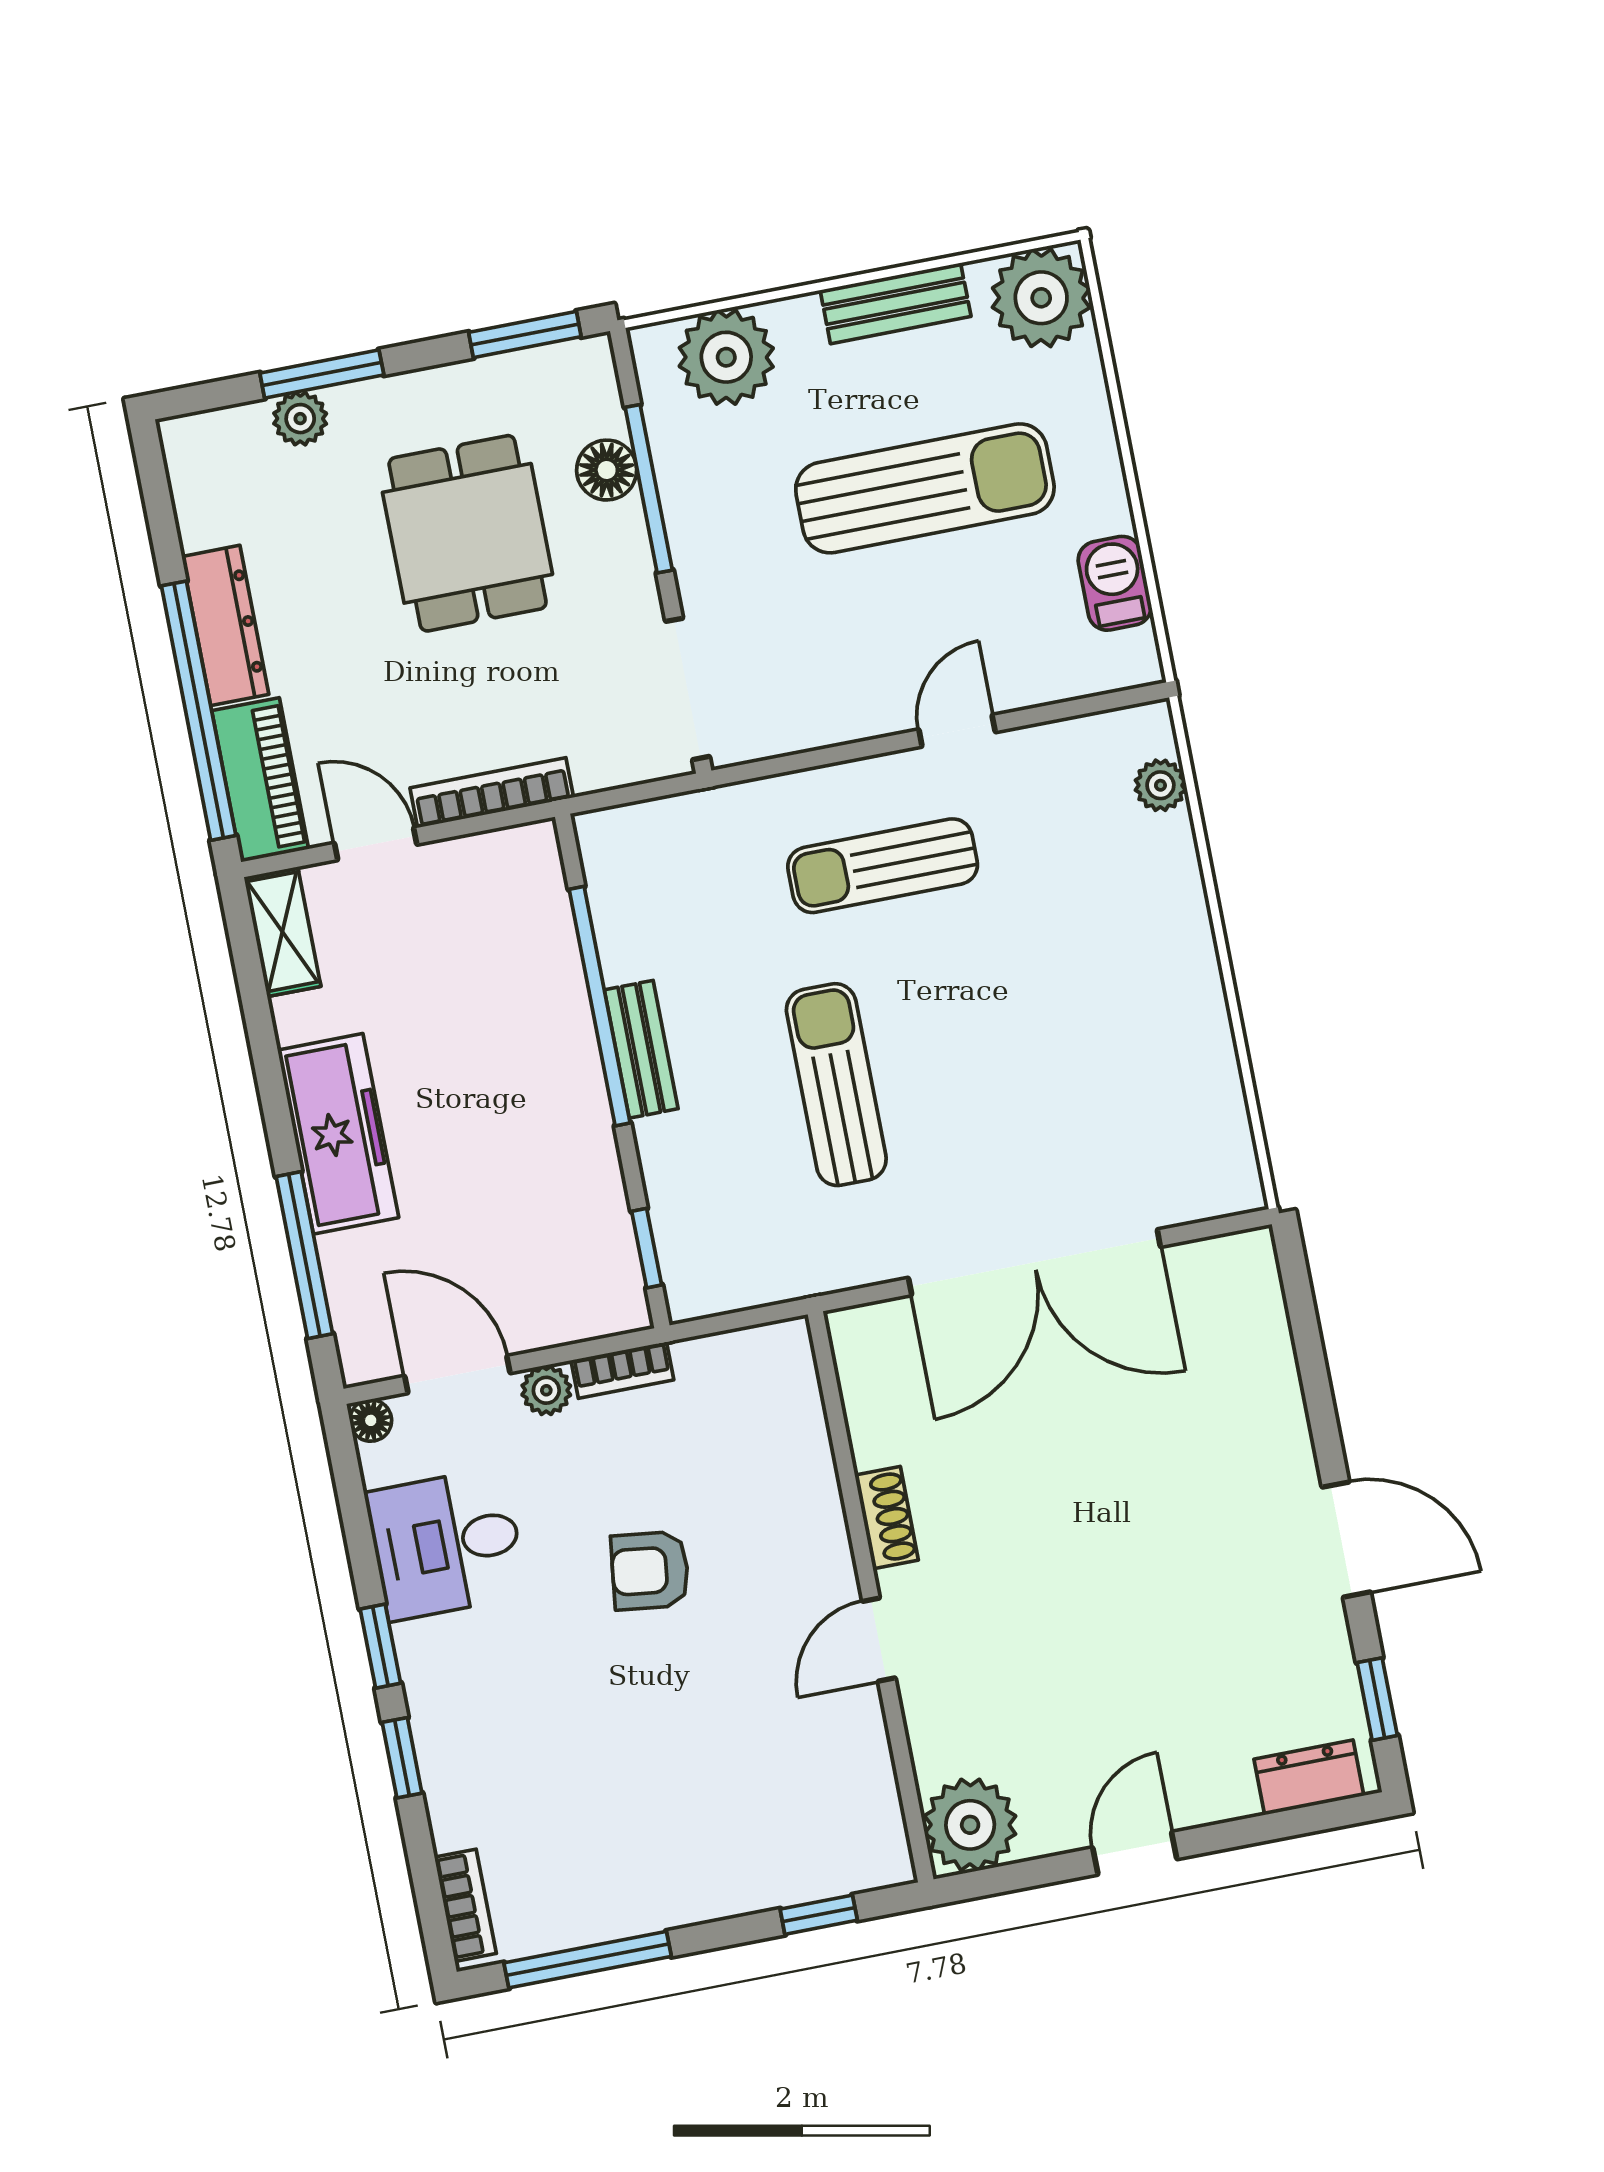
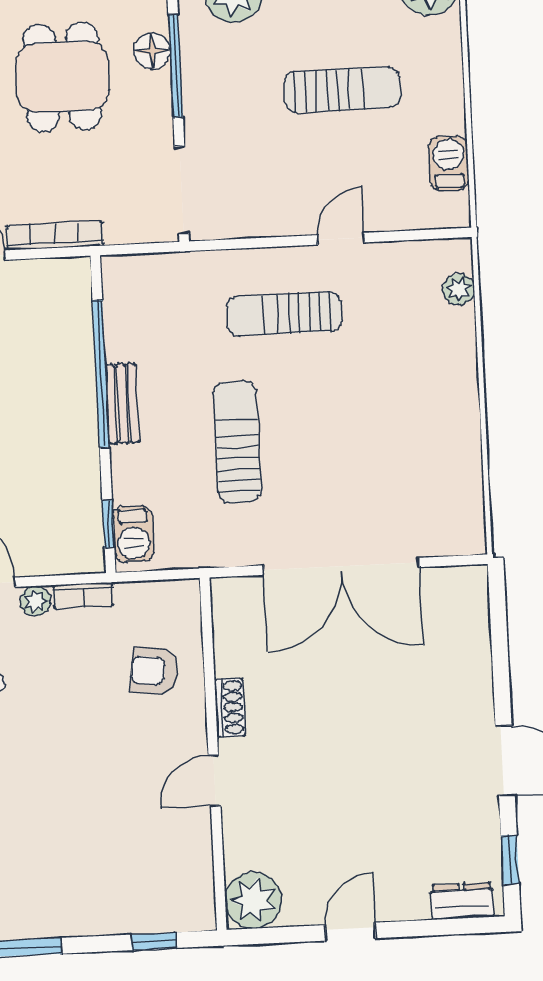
sun lounger: (925, 488) -> (342, 90), width x0.73, depth x0.75
barbecue: (690, 1259) -> (133, 534), added
armchair: (650, 1571) -> (154, 671), moved

